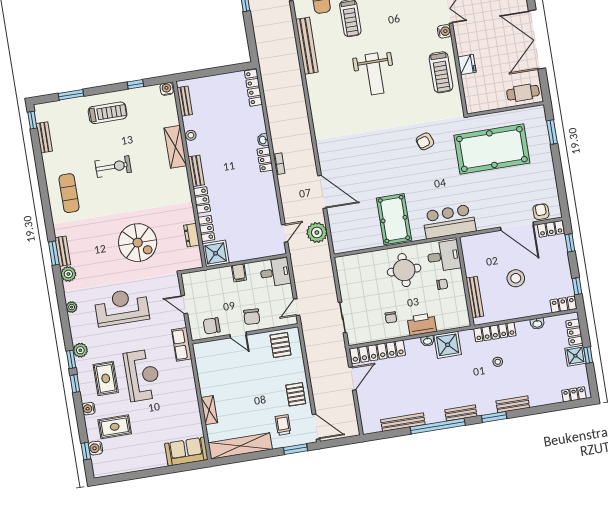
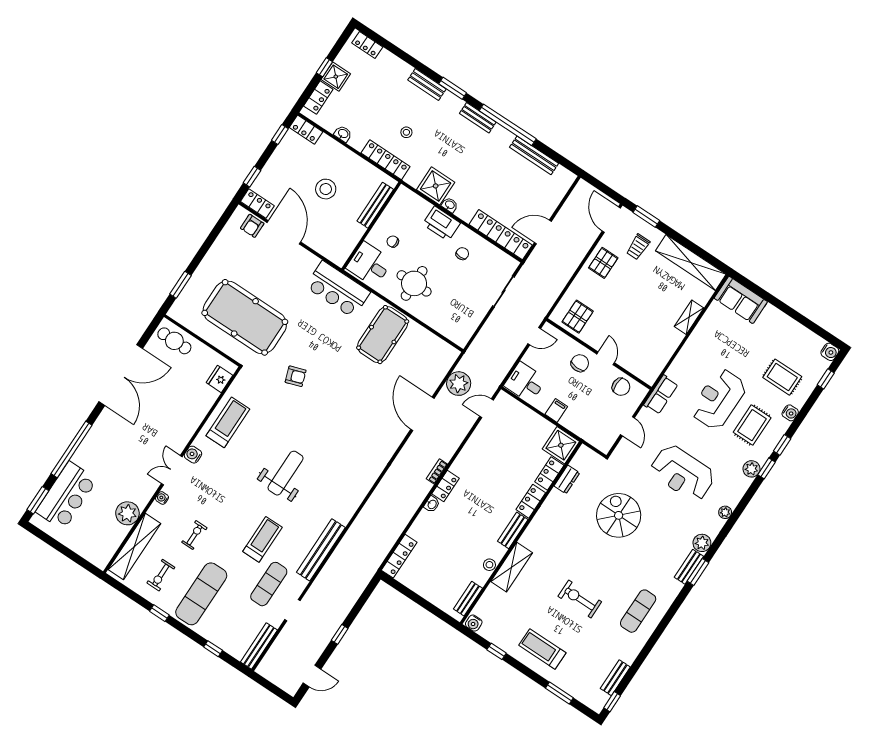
fridge: (467, 65) -> (219, 379), moved
water cooler: (96, 448) -> (830, 352), moved

